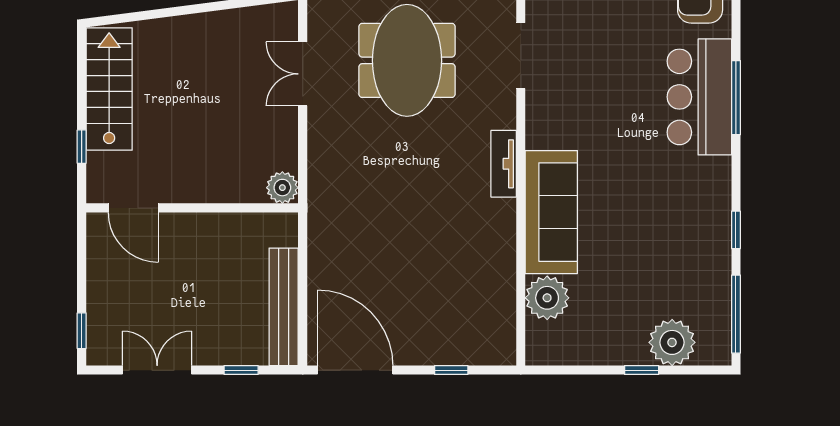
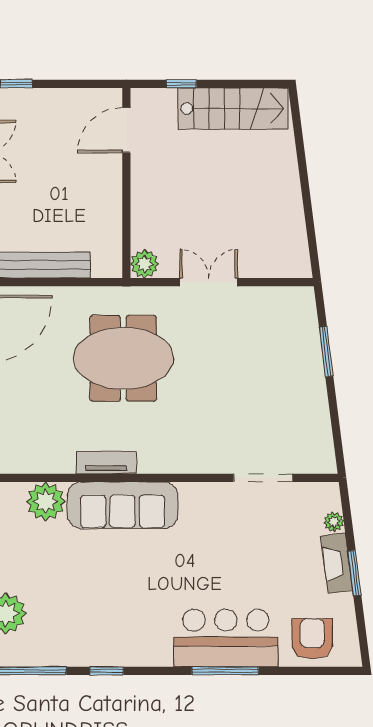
meeting table: (407, 60) -> (123, 358), moved
double door: (303, 74) -> (209, 282), moved
tv unit: (504, 164) -> (106, 462), moved

